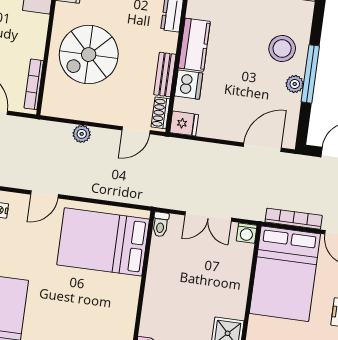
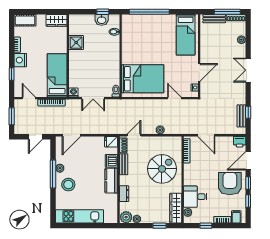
door: (44, 194) -> (174, 98), hinge flipped
double door: (208, 216) -> (93, 98), swing flipped
bed: (285, 274) -> (57, 75), width x0.67

